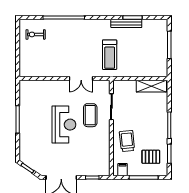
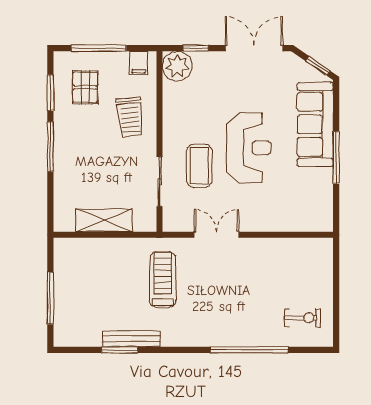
shelving: (151, 86) -> (104, 220), moved
reception desk: (64, 125) -> (249, 148), turned 180
sofa: (29, 137) -> (315, 124), added
pallet: (151, 157) -> (85, 87), turned 90
plant: (102, 168) -> (177, 66), added

